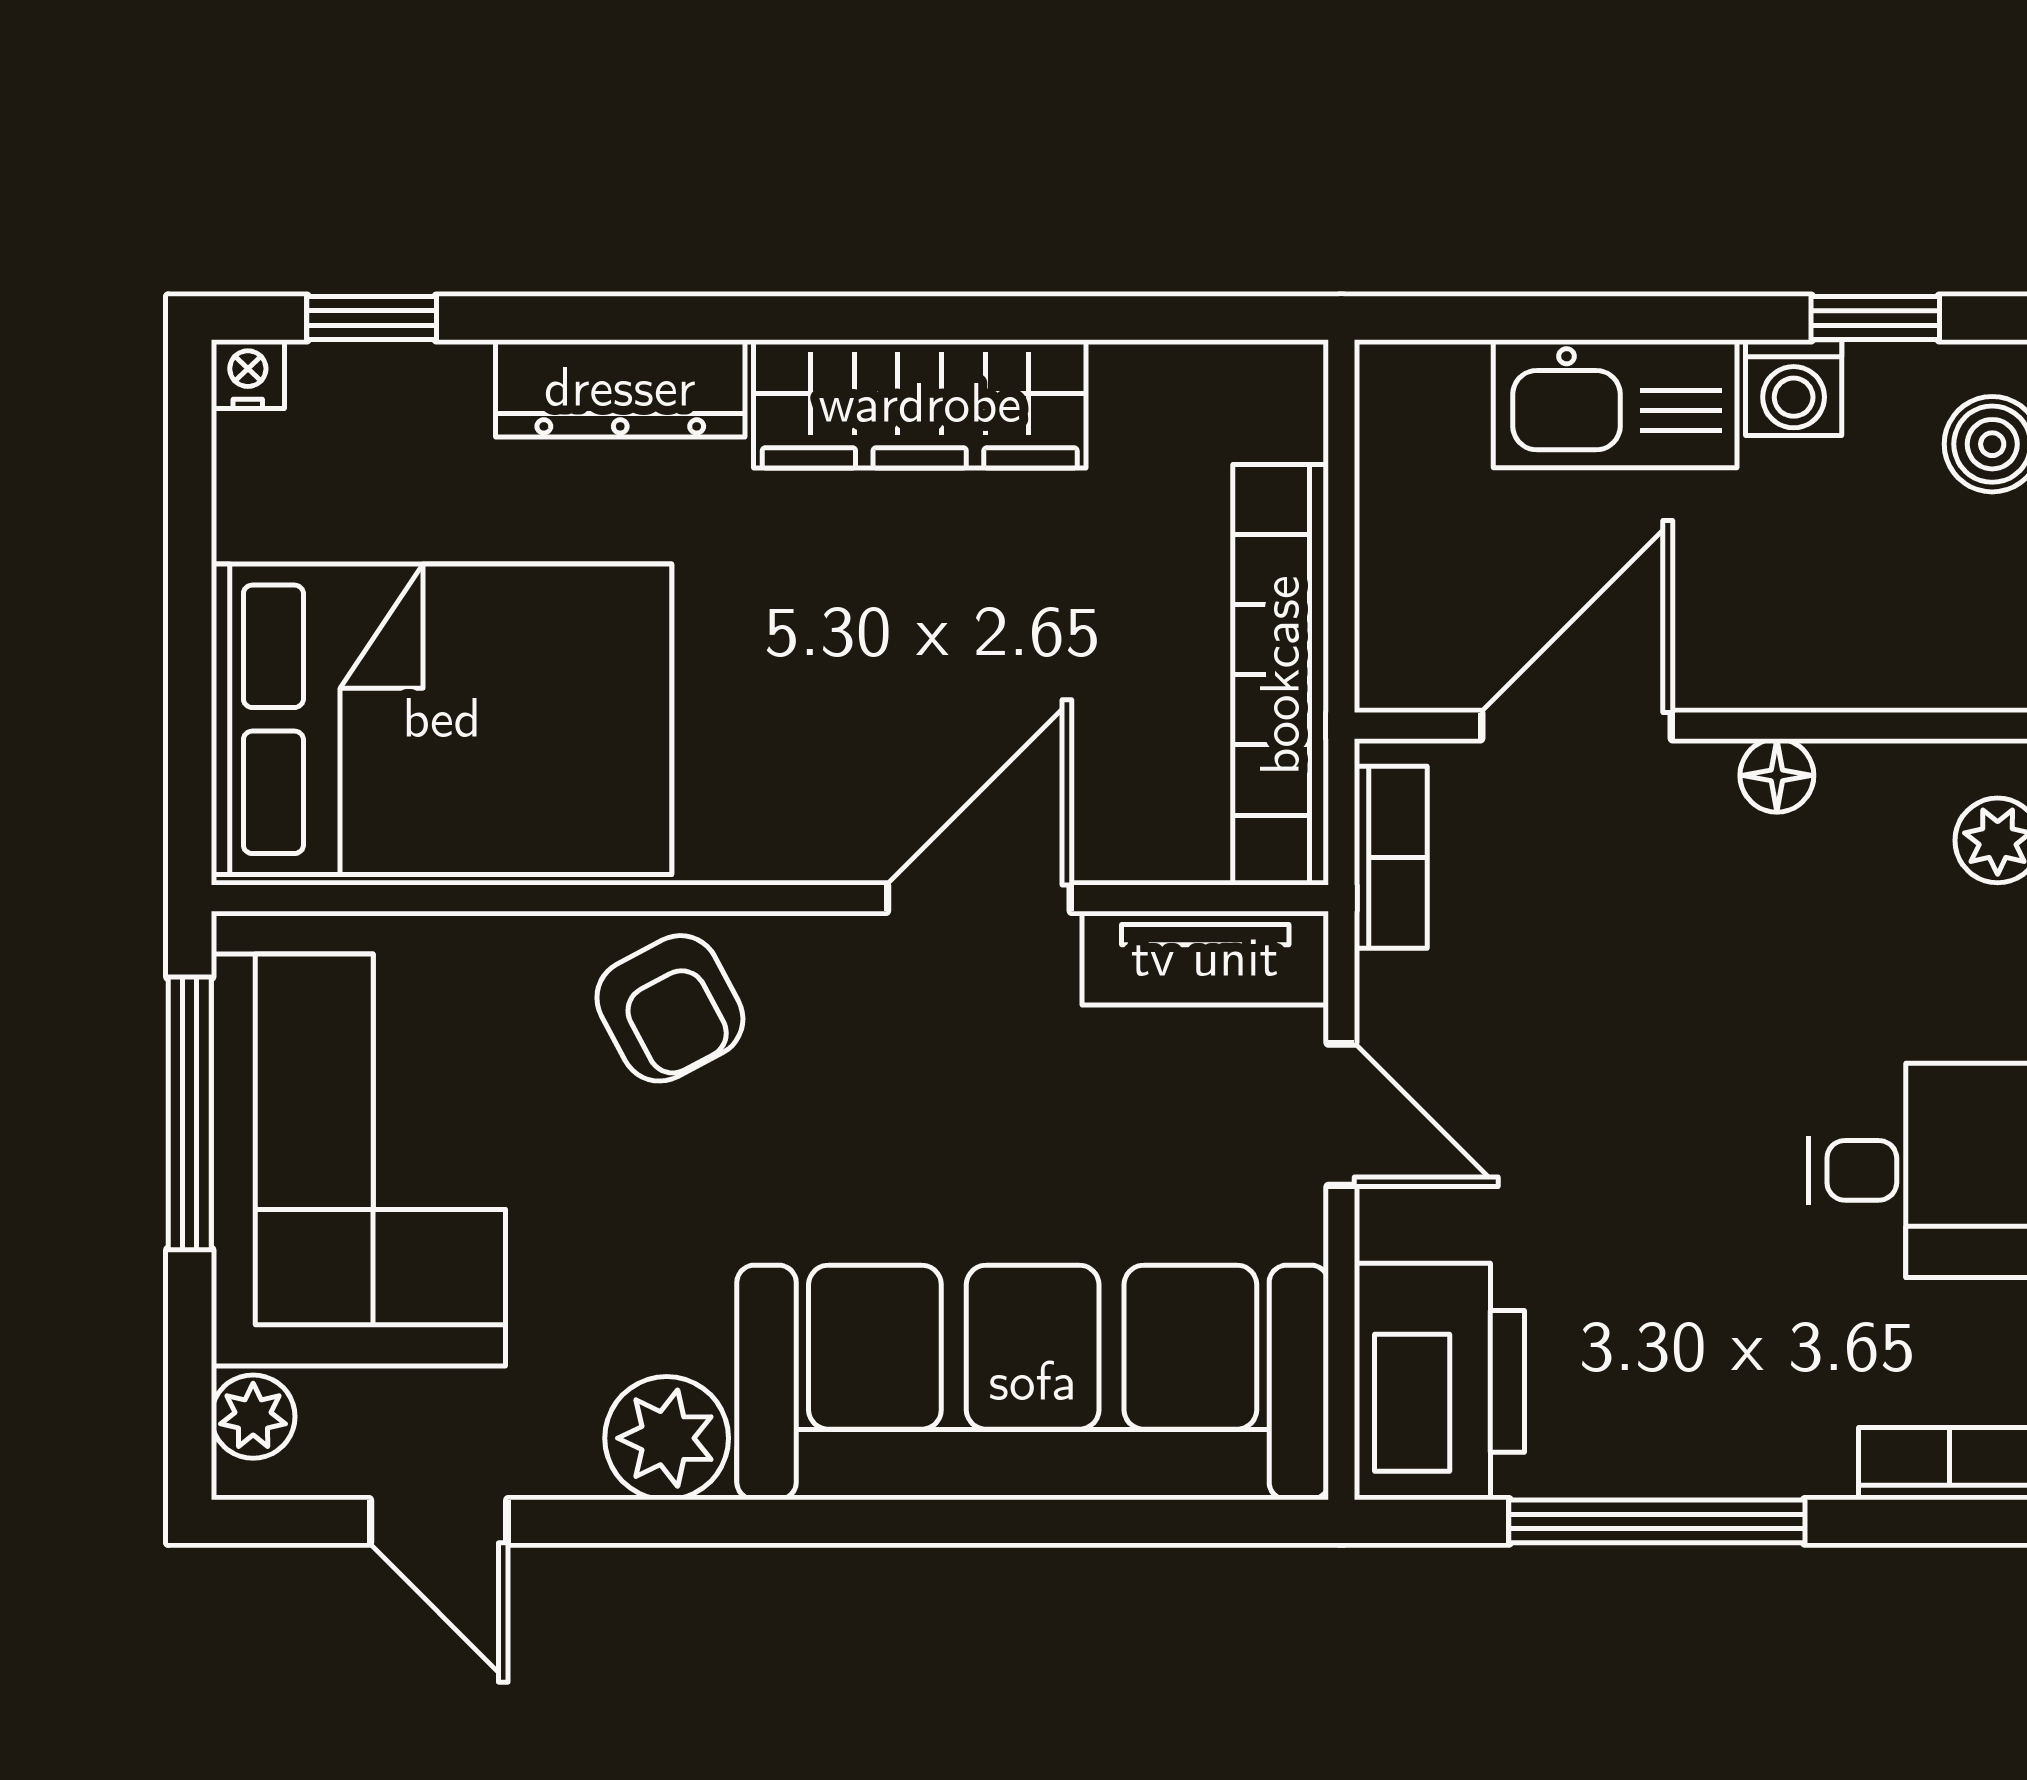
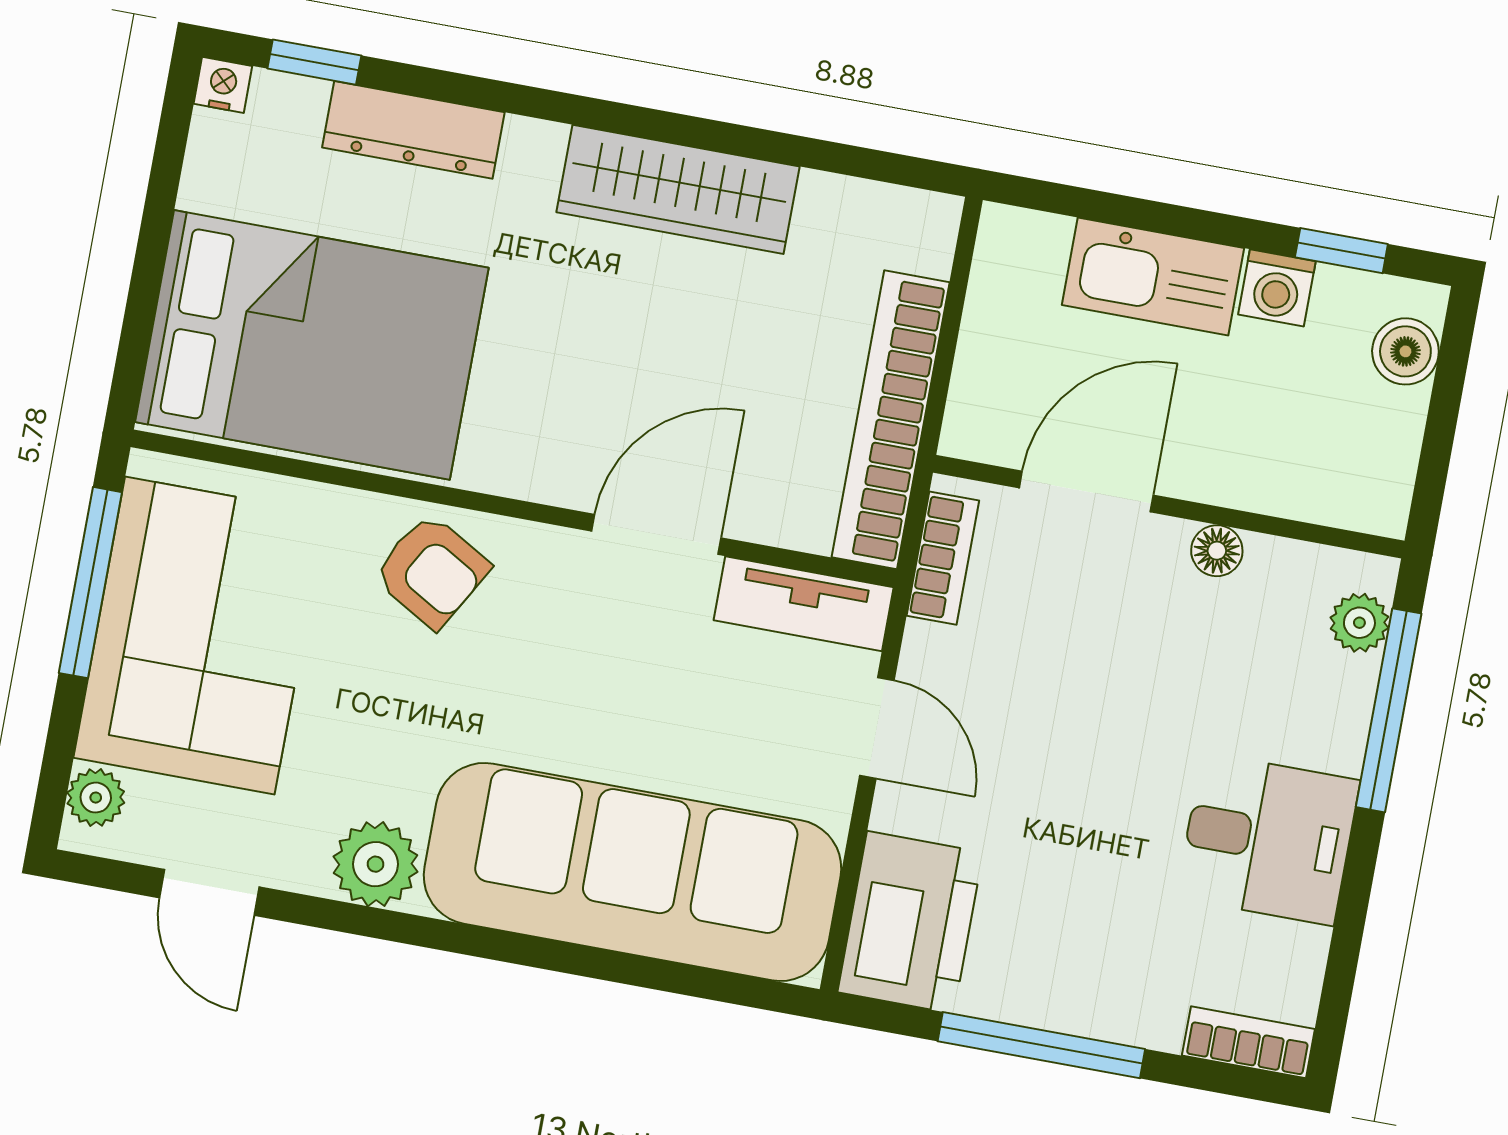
dresser: (620, 388) -> (413, 130), moved
armchair: (670, 1008) -> (432, 571), turned -32

